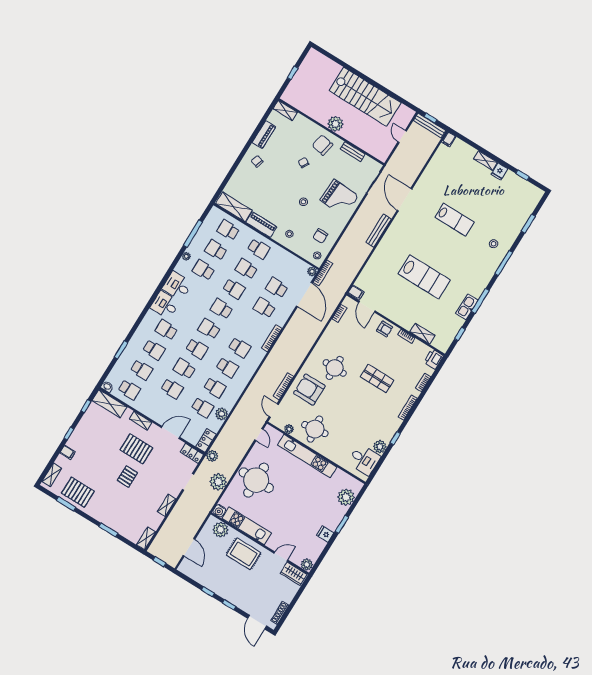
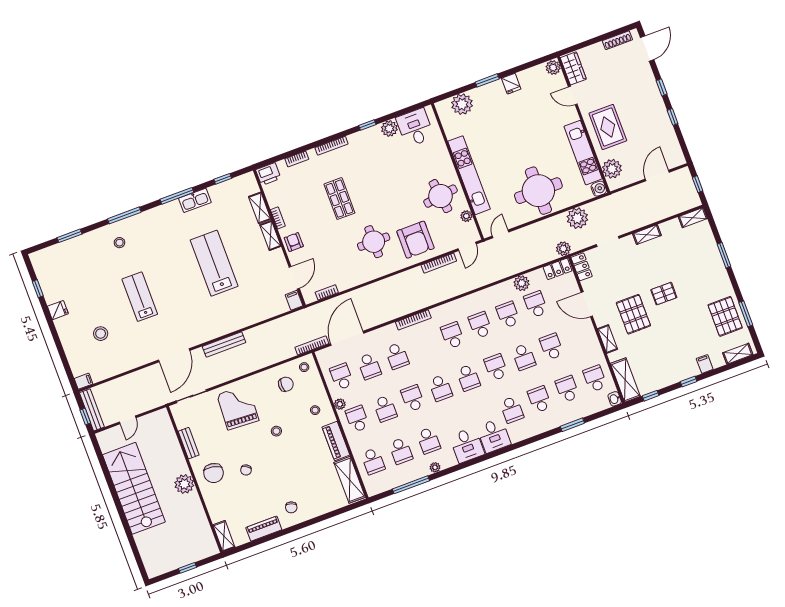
shelving: (485, 161) -> (270, 236), moved
stool: (461, 178) -> (101, 334), added
school desk: (289, 268) -> (342, 377), added
plant: (312, 271) -> (340, 404), moved

